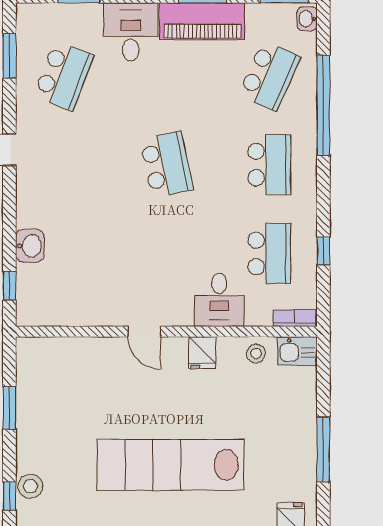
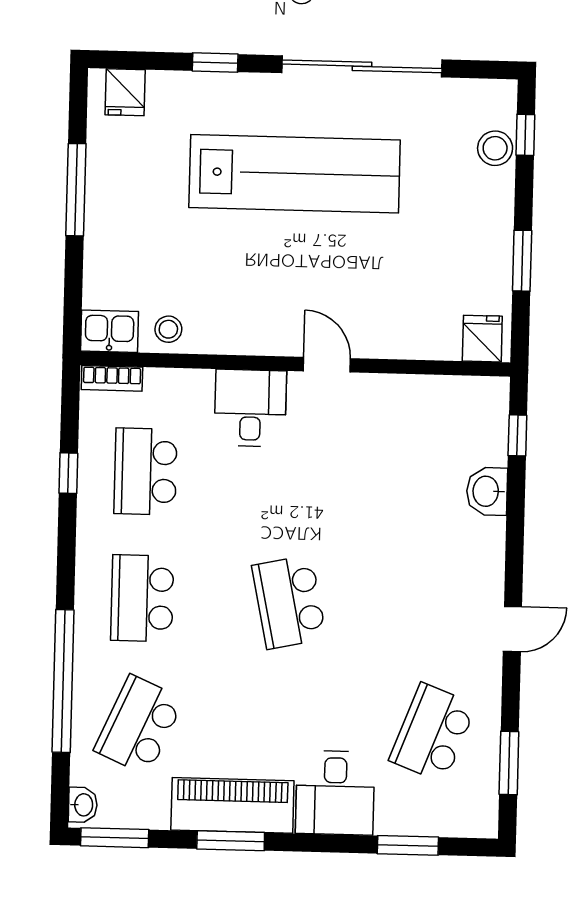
desk: (219, 300) -> (250, 408), moved
fridge: (202, 353) -> (482, 339), moved

